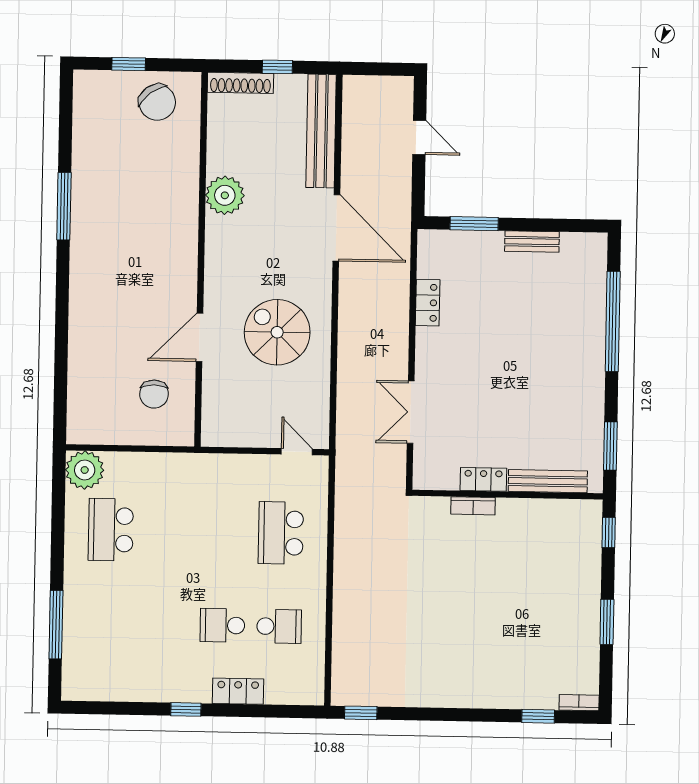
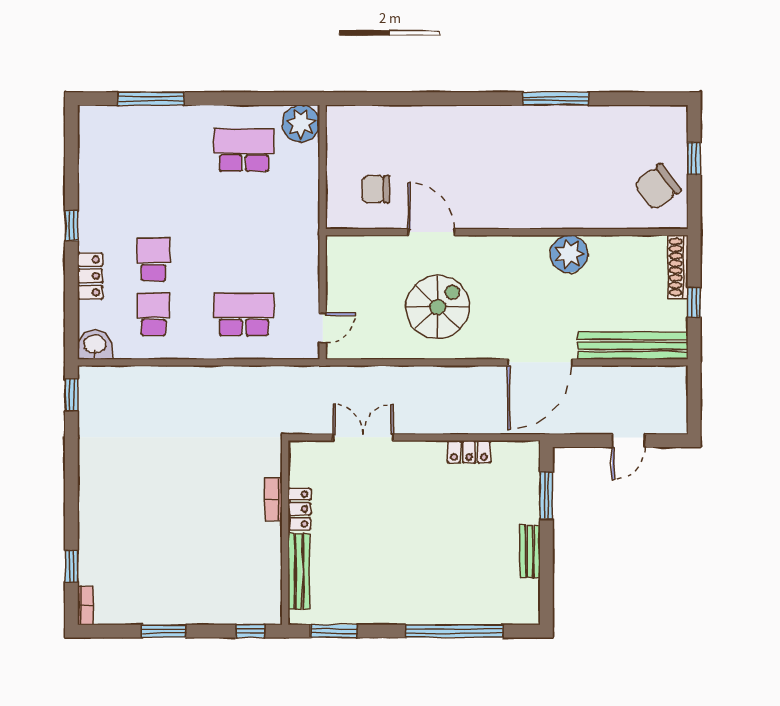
school desk: (279, 626) -> (154, 314), turned 180
washbasin: (309, 687) -> (95, 345), added

